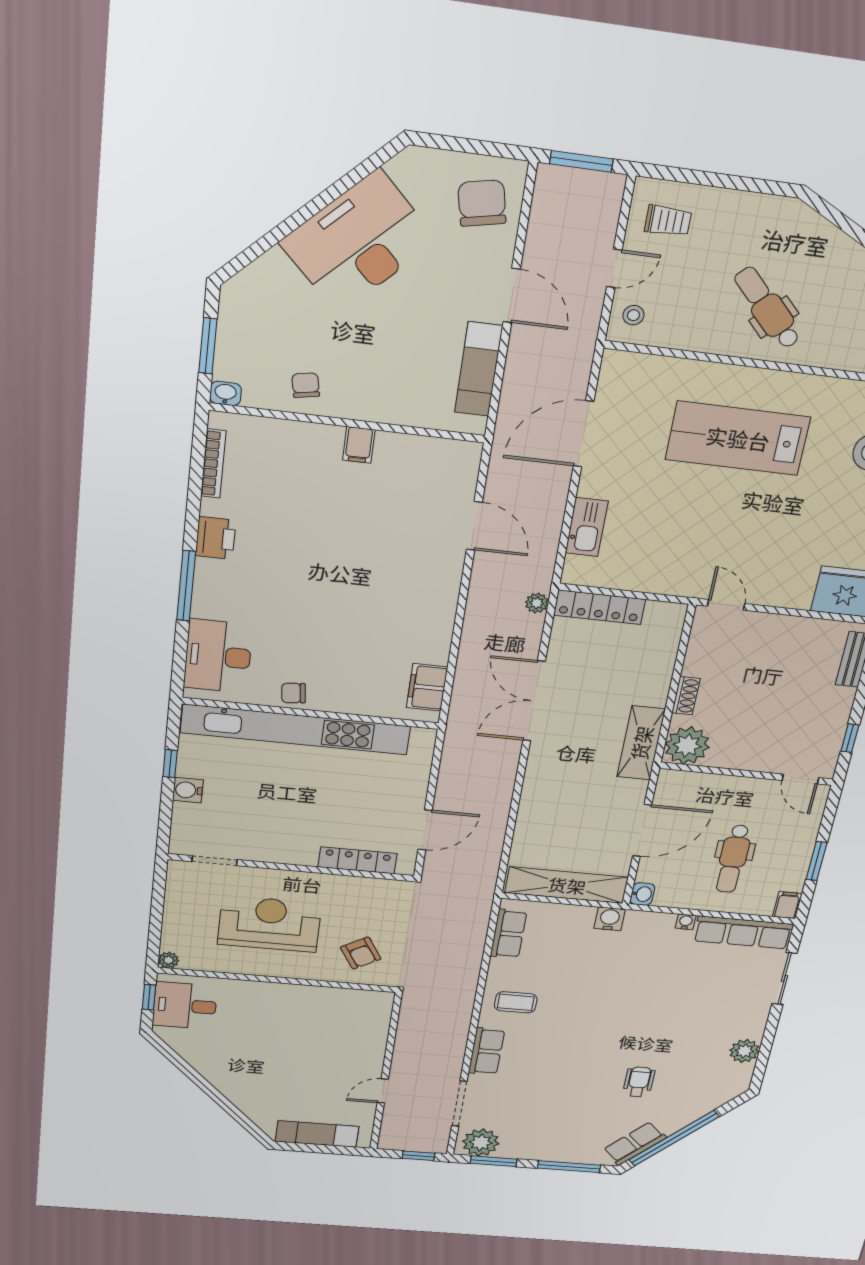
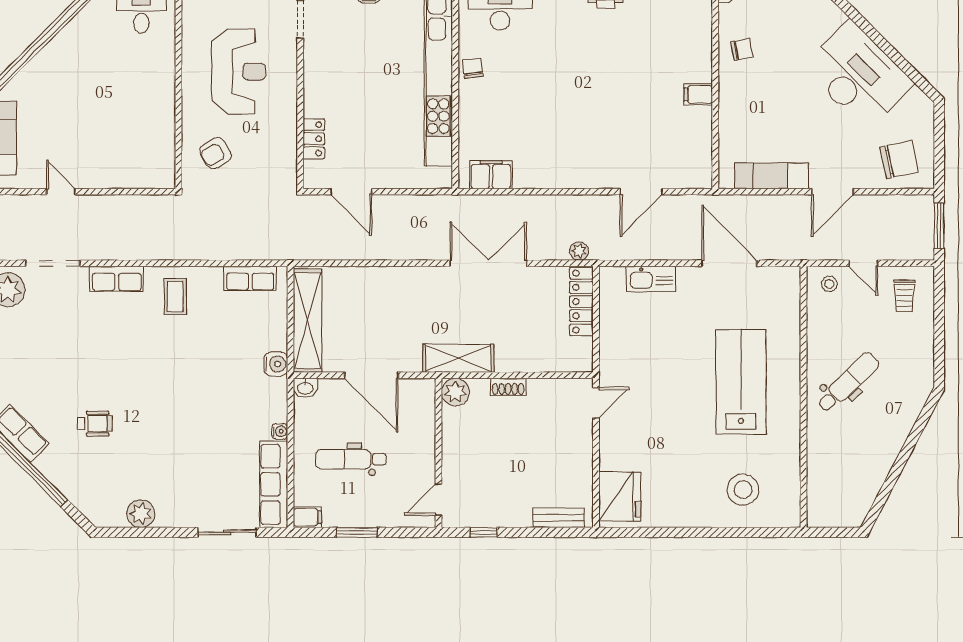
plant: (687, 746) -> (455, 392), width x0.73, depth x0.73
locker: (358, 860) -> (314, 139), width x0.66

